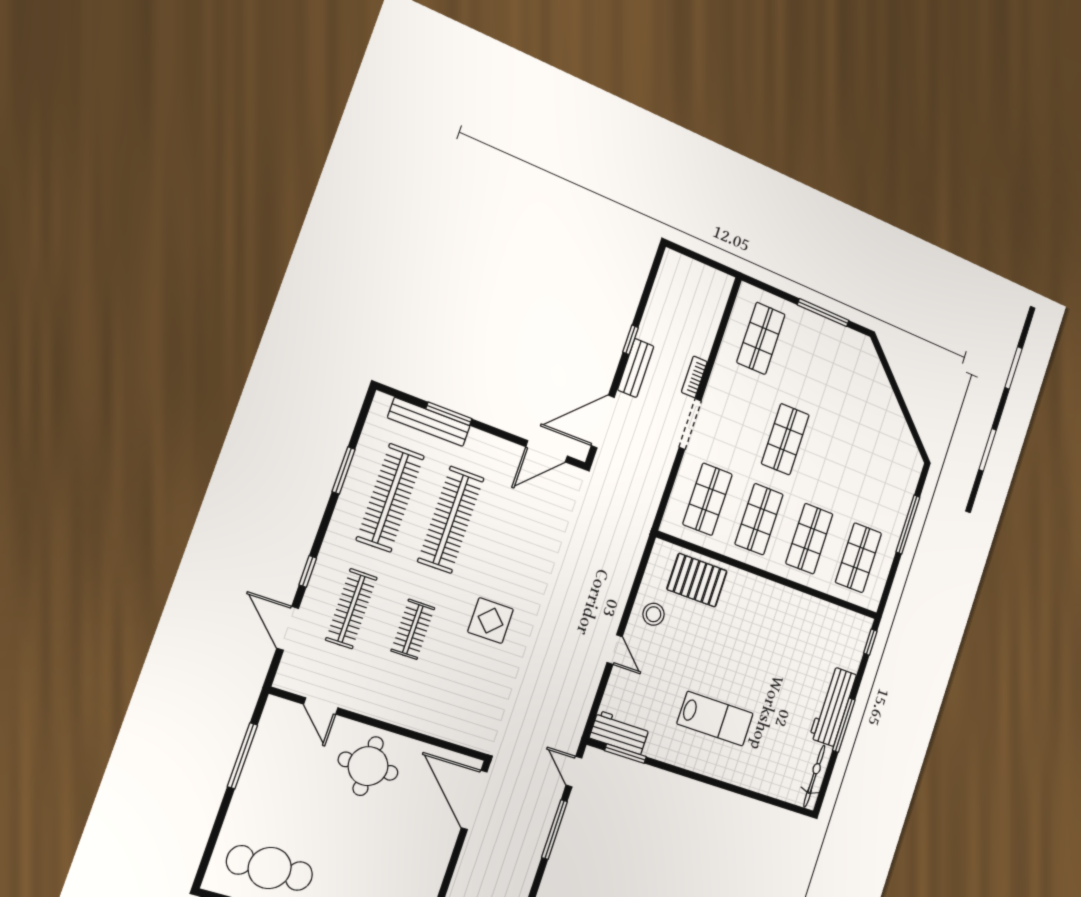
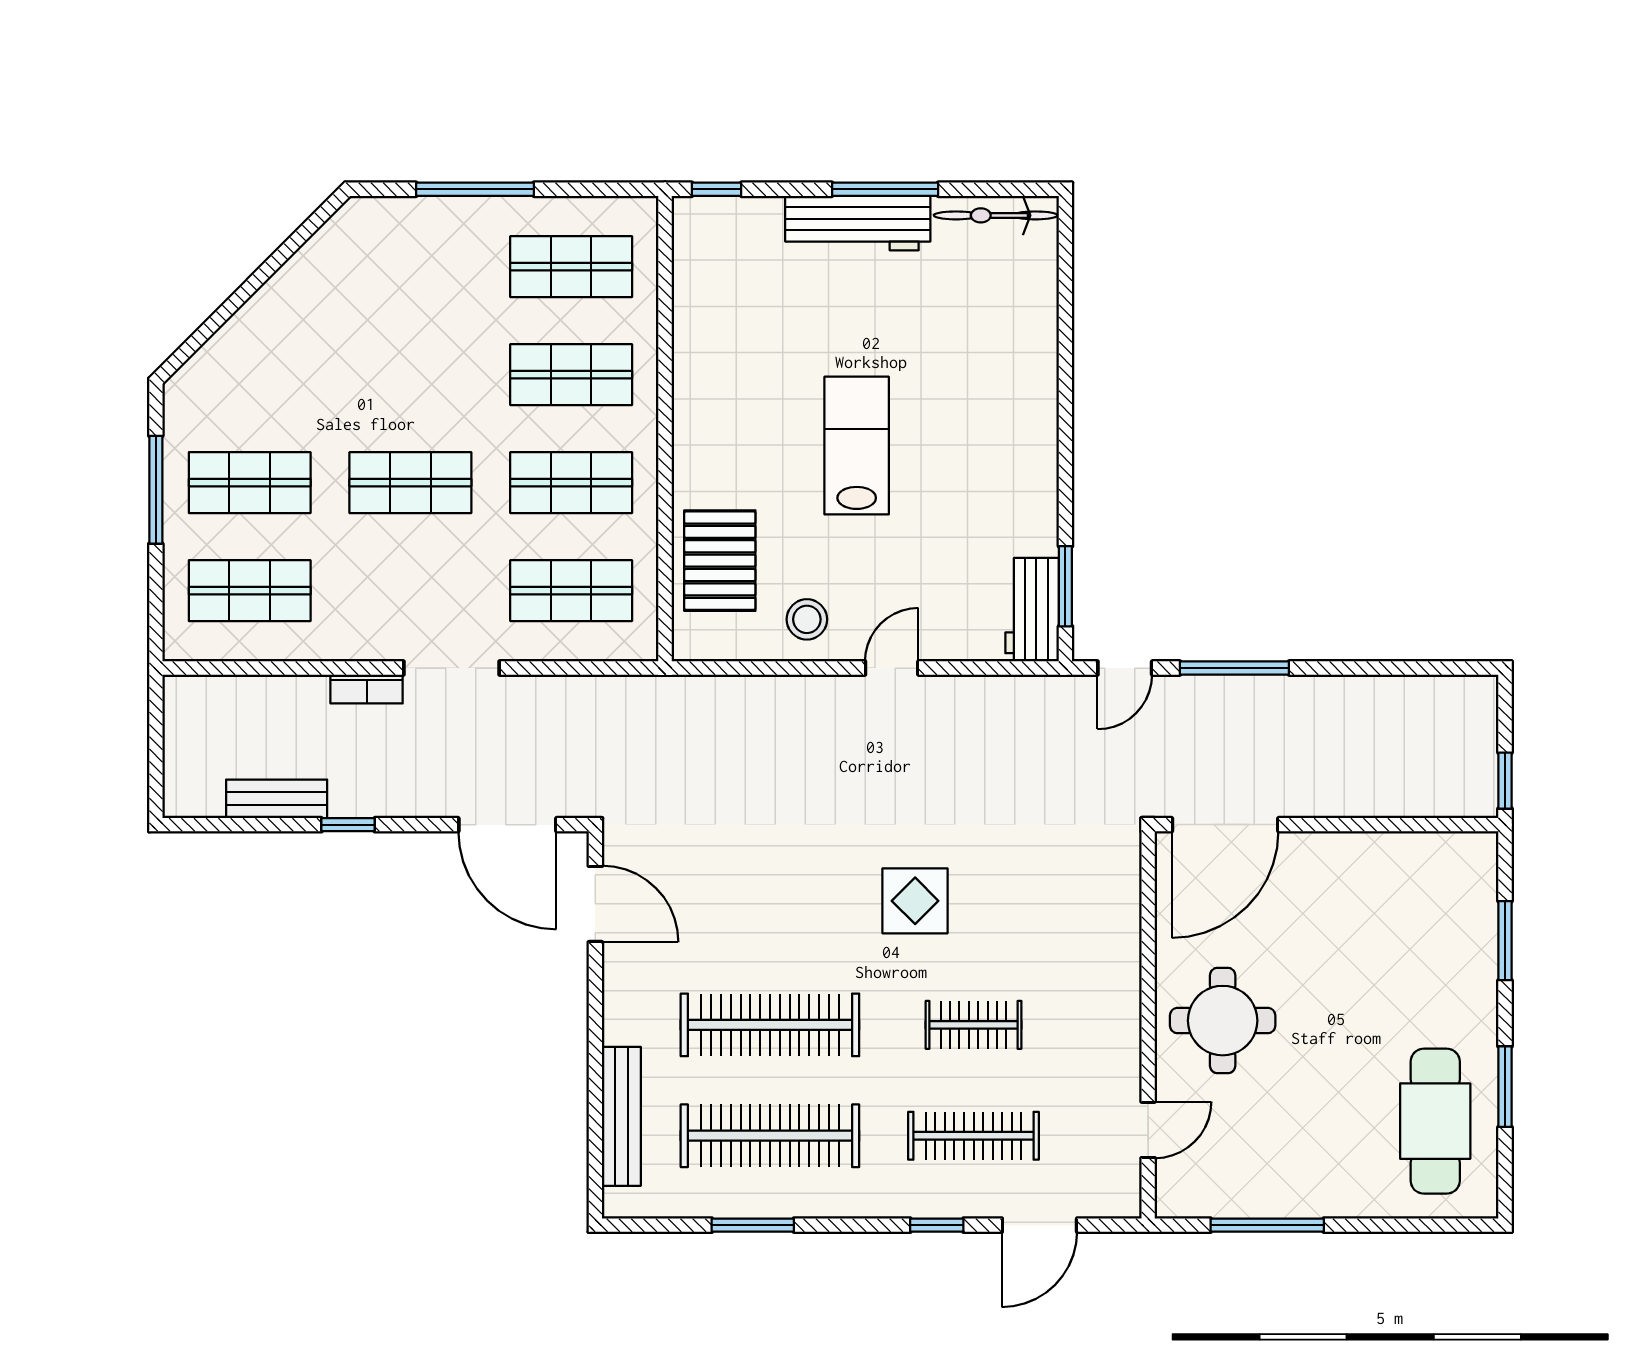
shop shelf: (811, 360) -> (250, 483), added
bench: (636, 368) -> (277, 799), moved
window: (449, 414) -> (595, 1088), removed
lab bench: (715, 719) -> (857, 446), moved

